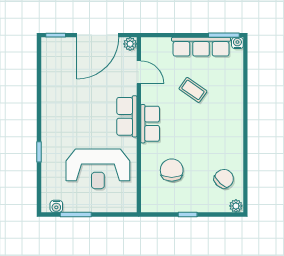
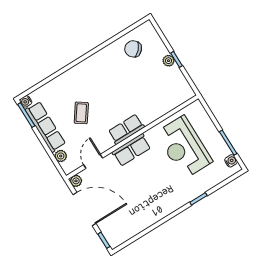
plant: (164, 44) -> (61, 156), added
reception desk: (98, 169) -> (184, 147), turned 180
chair: (172, 170) -> (151, 92), removed
plant: (236, 206) -> (169, 61), moved

